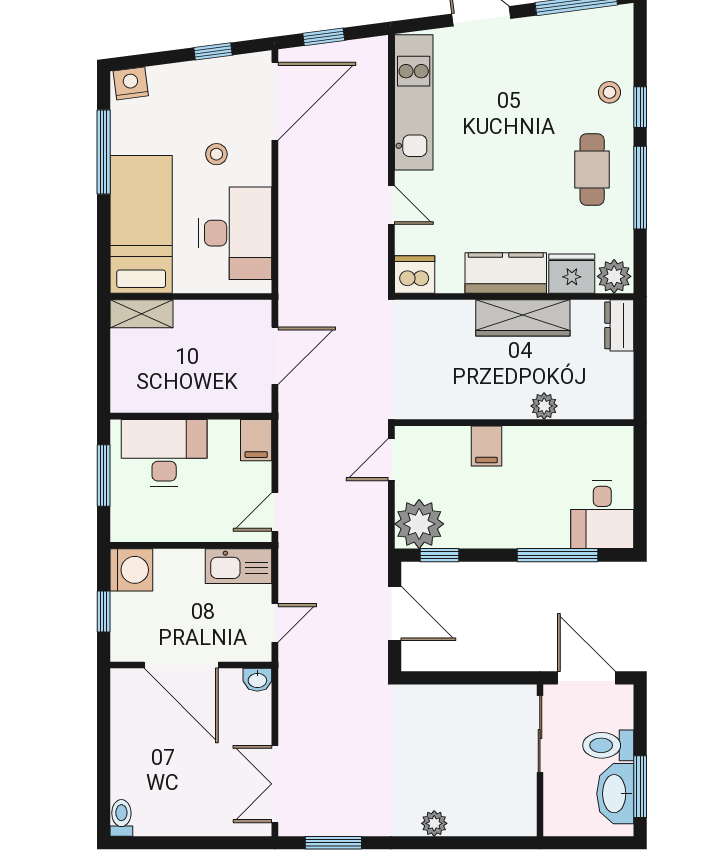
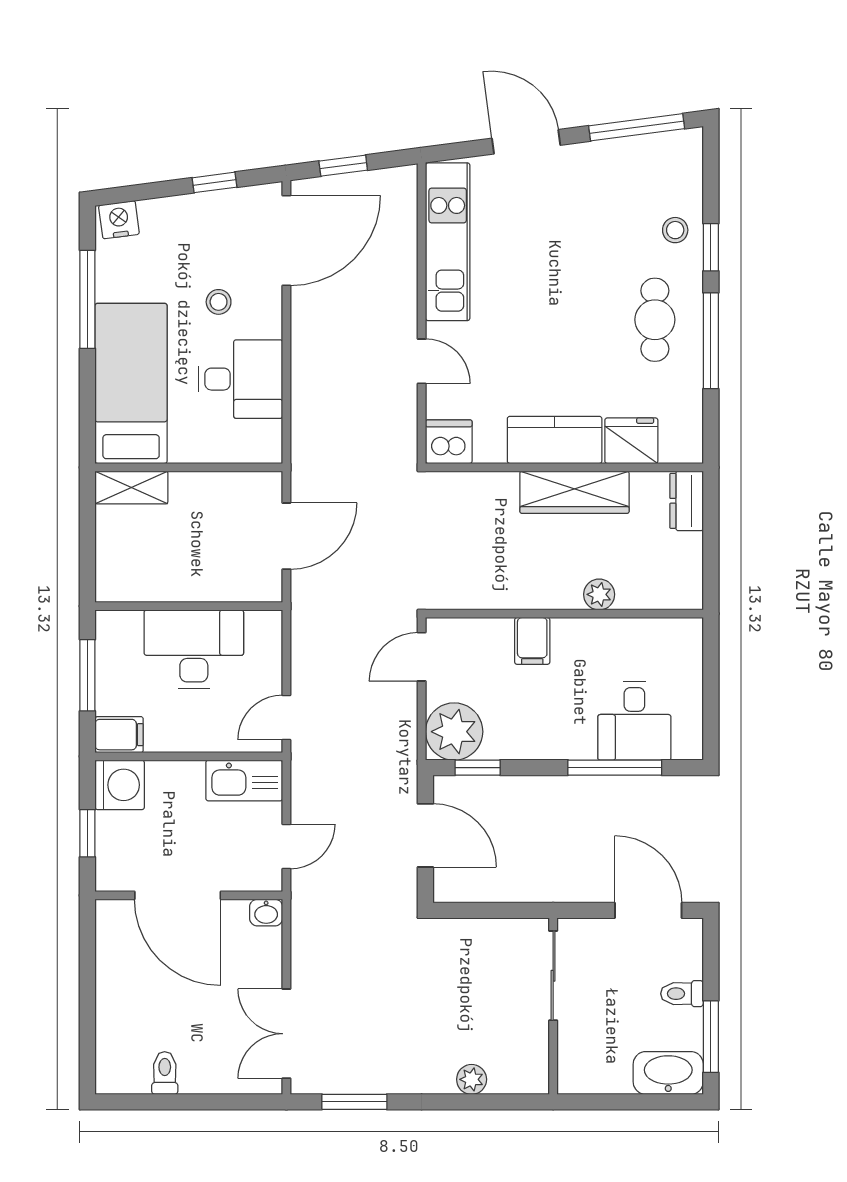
desk: (235, 233) -> (240, 379), width x0.73
plant: (614, 276) -> (681, 444), removed
filing cabinet: (256, 440) -> (119, 735), moved, turned -90
desk: (164, 453) -> (194, 649), moved
desk: (602, 515) -> (634, 721), moved
sliding door: (540, 734) -> (553, 976), moved
toilet: (608, 745) -> (682, 994), width x0.73, depth x0.72
wall: (540, 760) -> (553, 1006), moved
washbasin: (615, 794) -> (668, 1073), moved, turned 90
toilet: (121, 818) -> (165, 1073), moved

